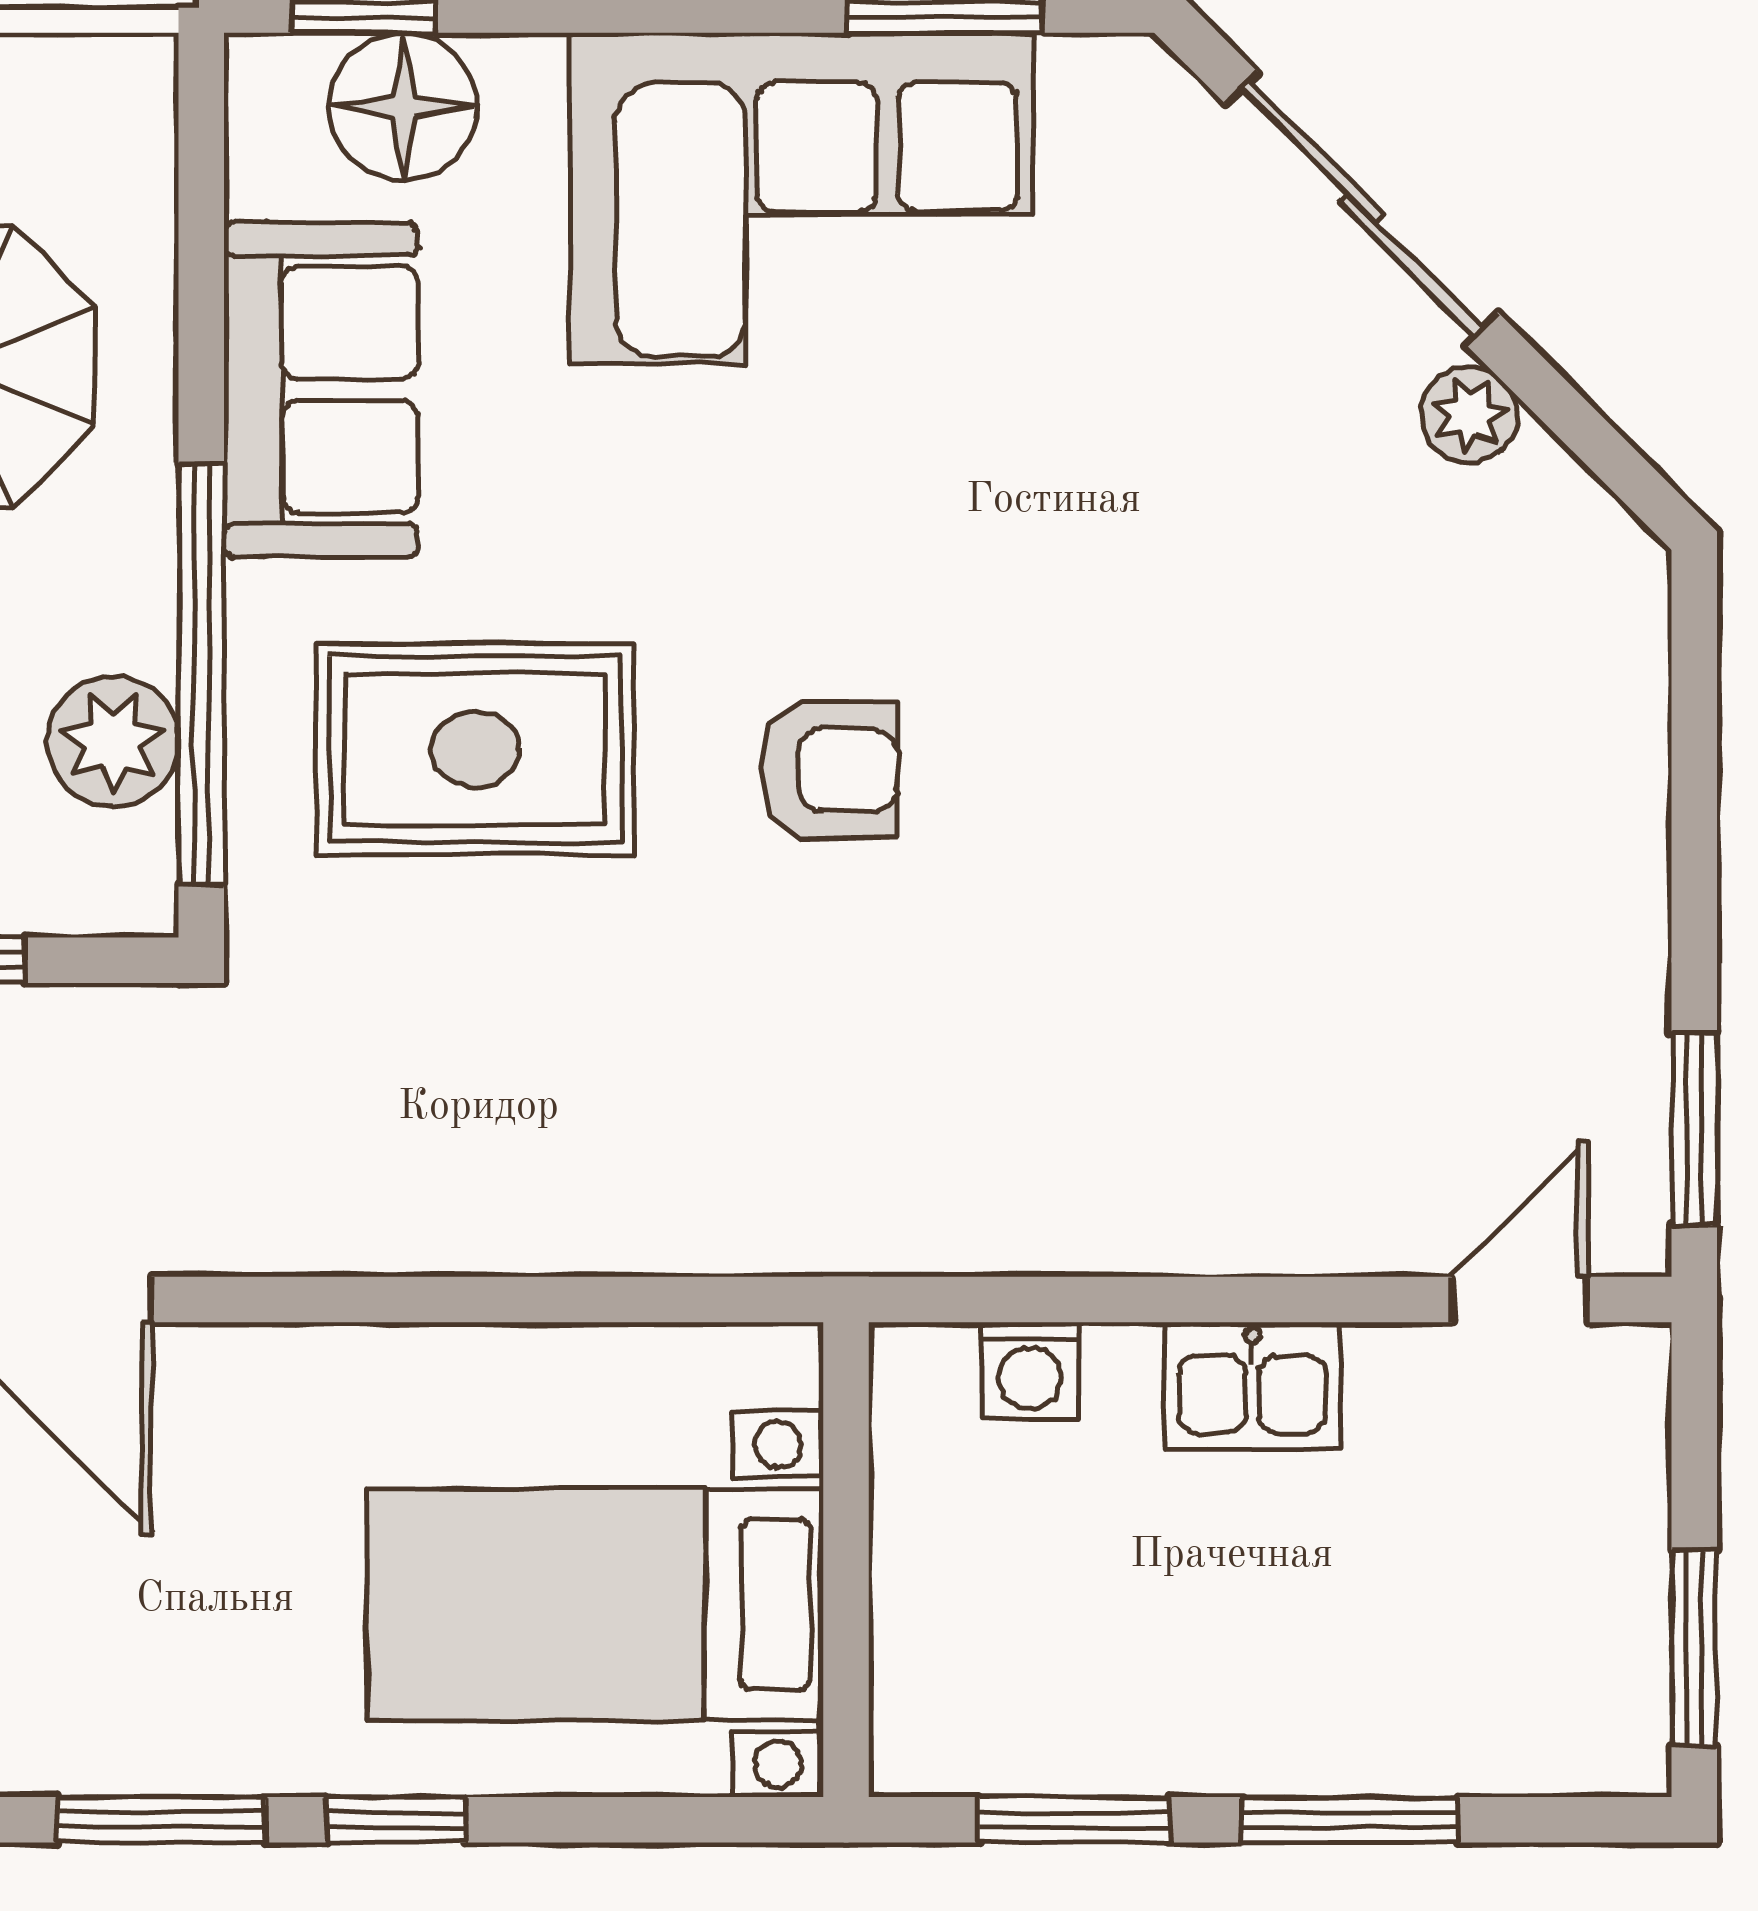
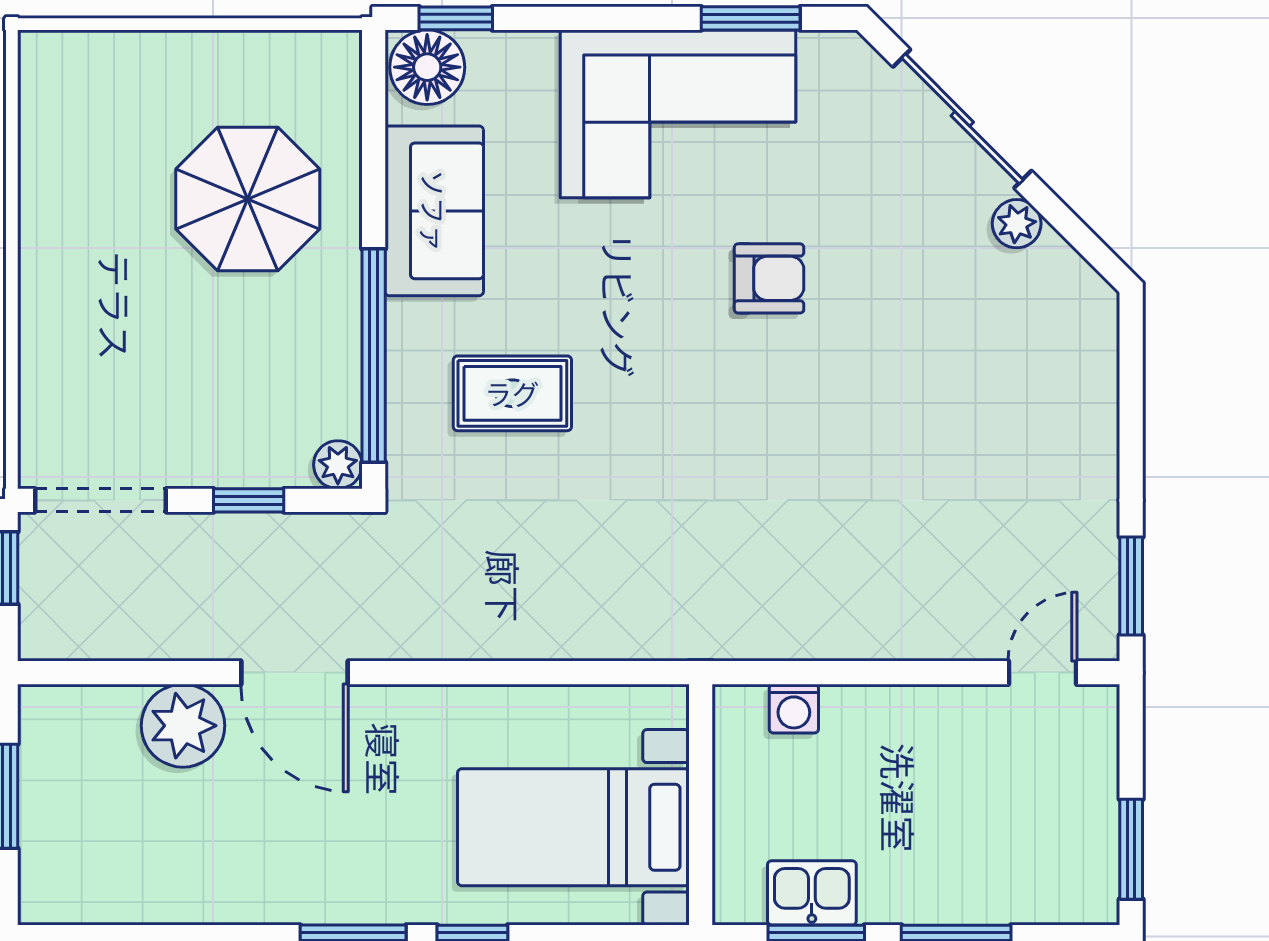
floor lamp: (403, 106) -> (427, 67), moved
plant: (113, 742) -> (338, 465), moved, width x0.73, depth x0.73
rug: (475, 749) -> (512, 393), width x0.73, depth x0.70
armchair: (828, 770) -> (769, 278), moved
kitchen sink: (1252, 1385) -> (812, 893), moved, turned 180

